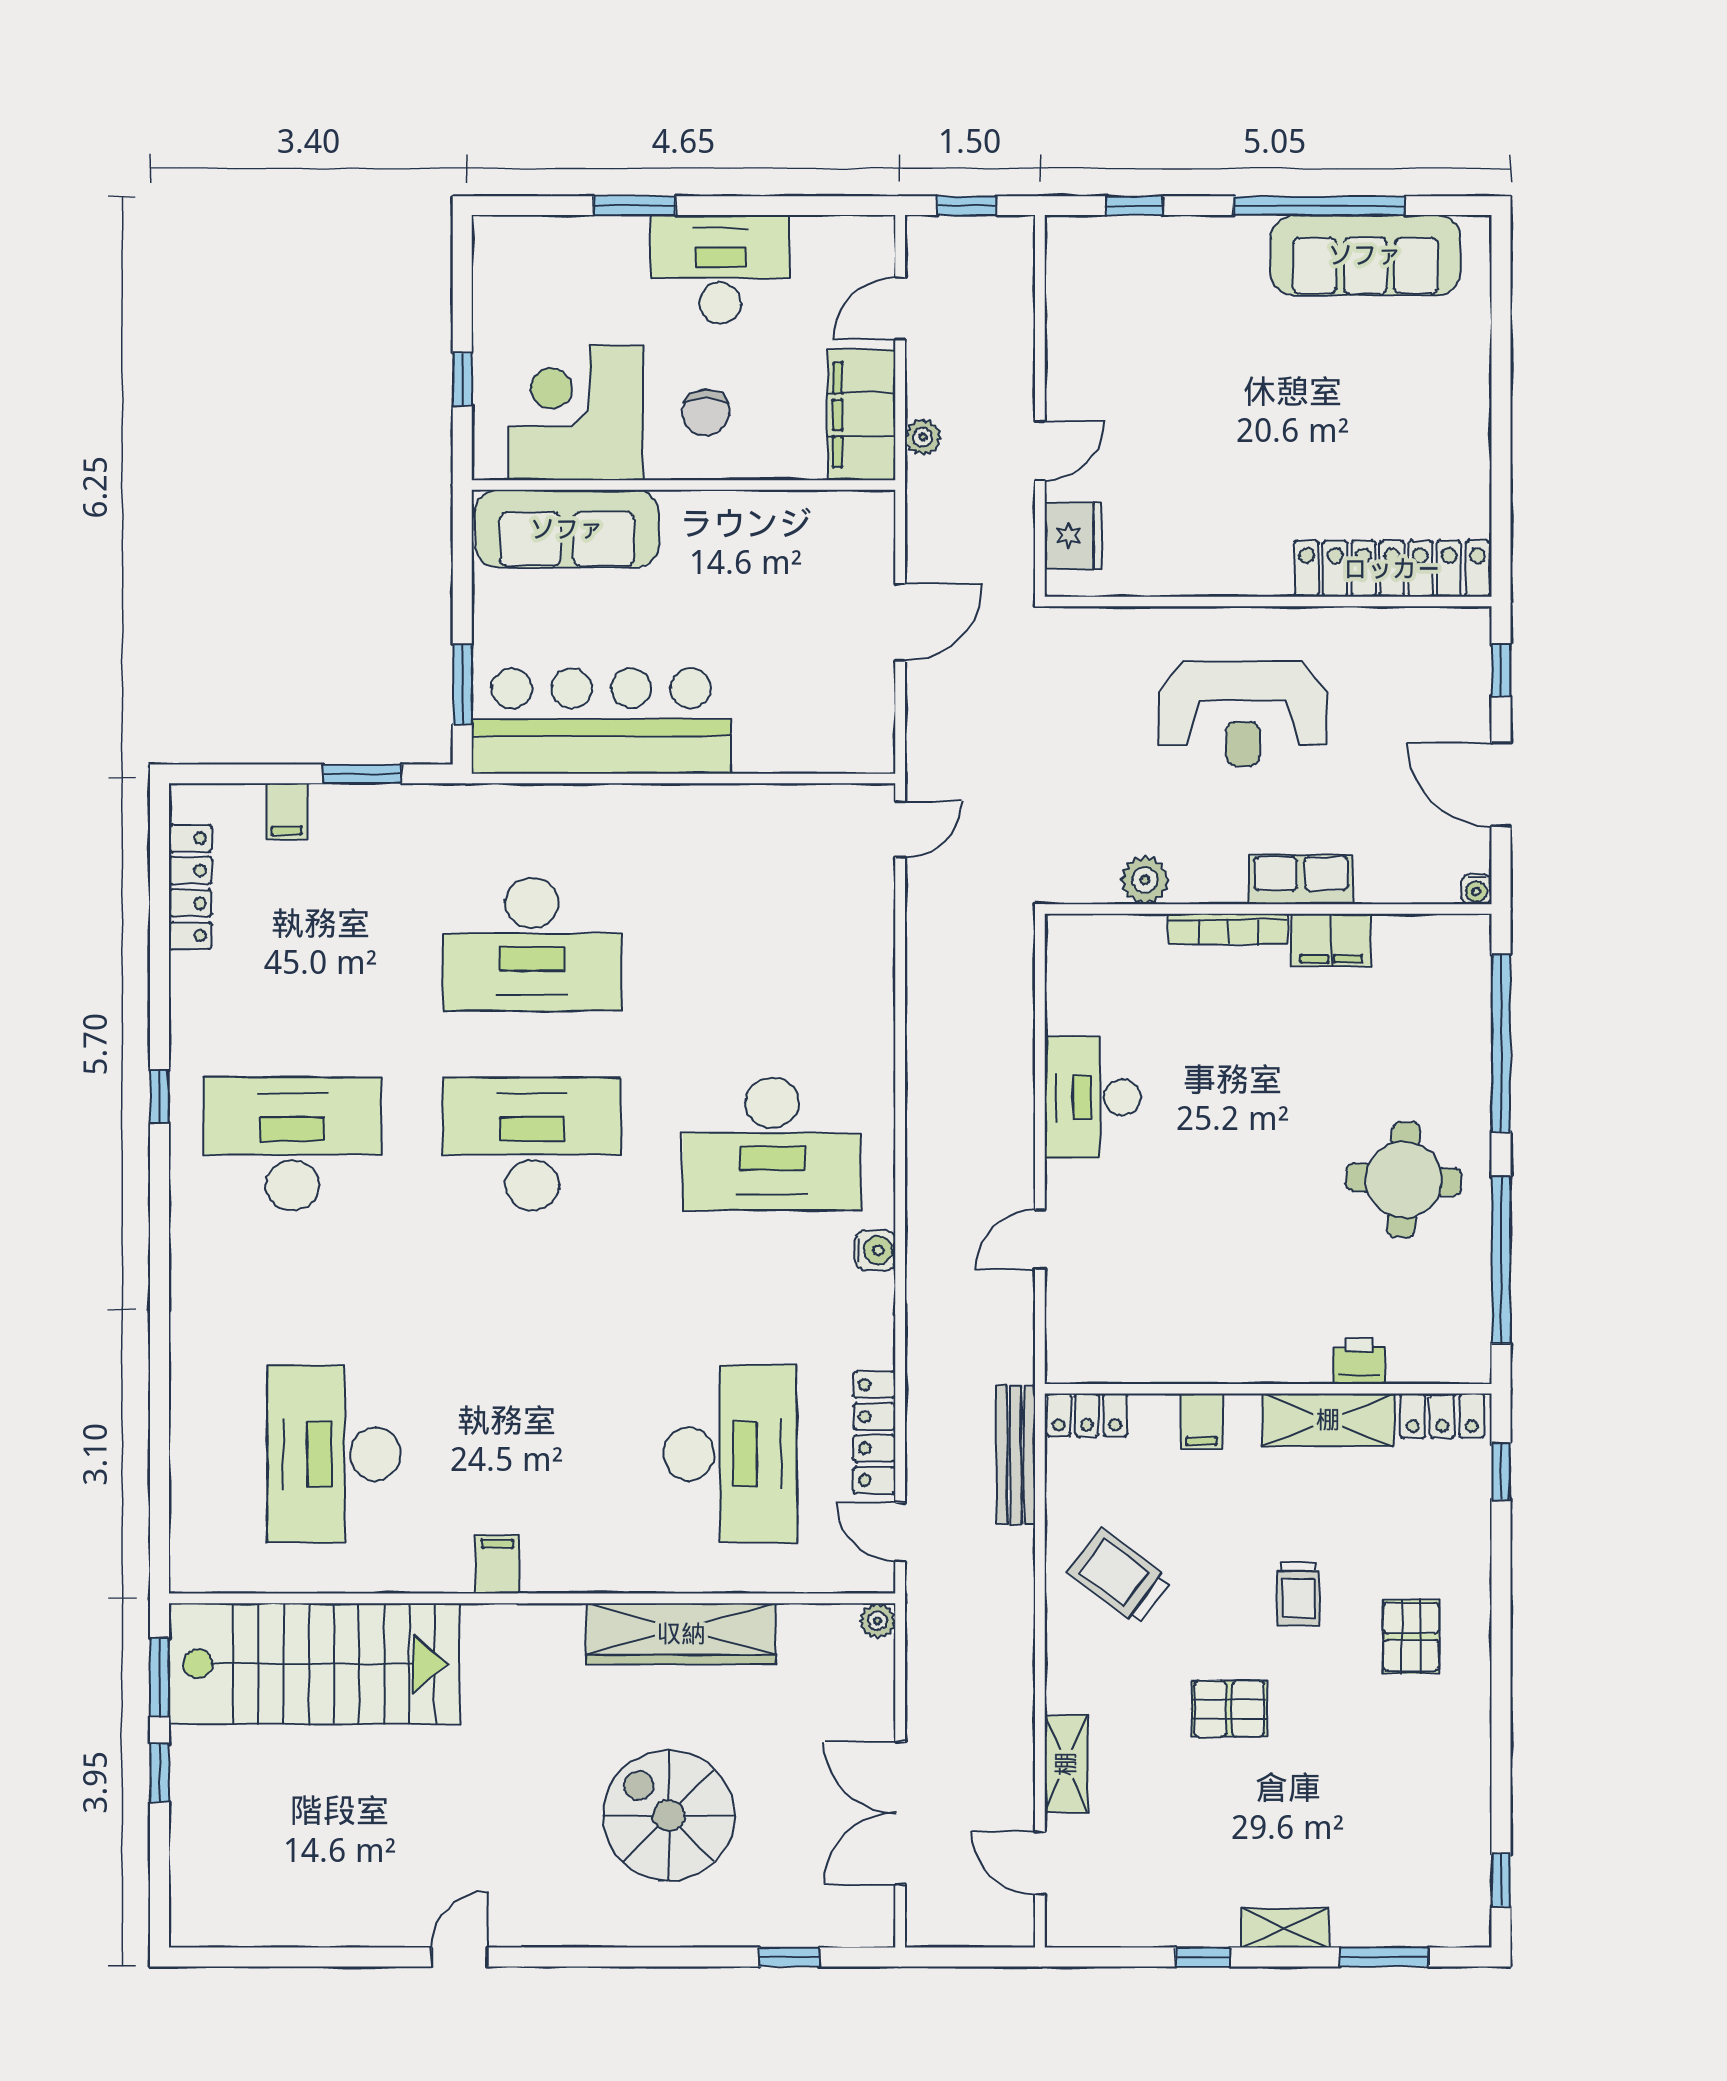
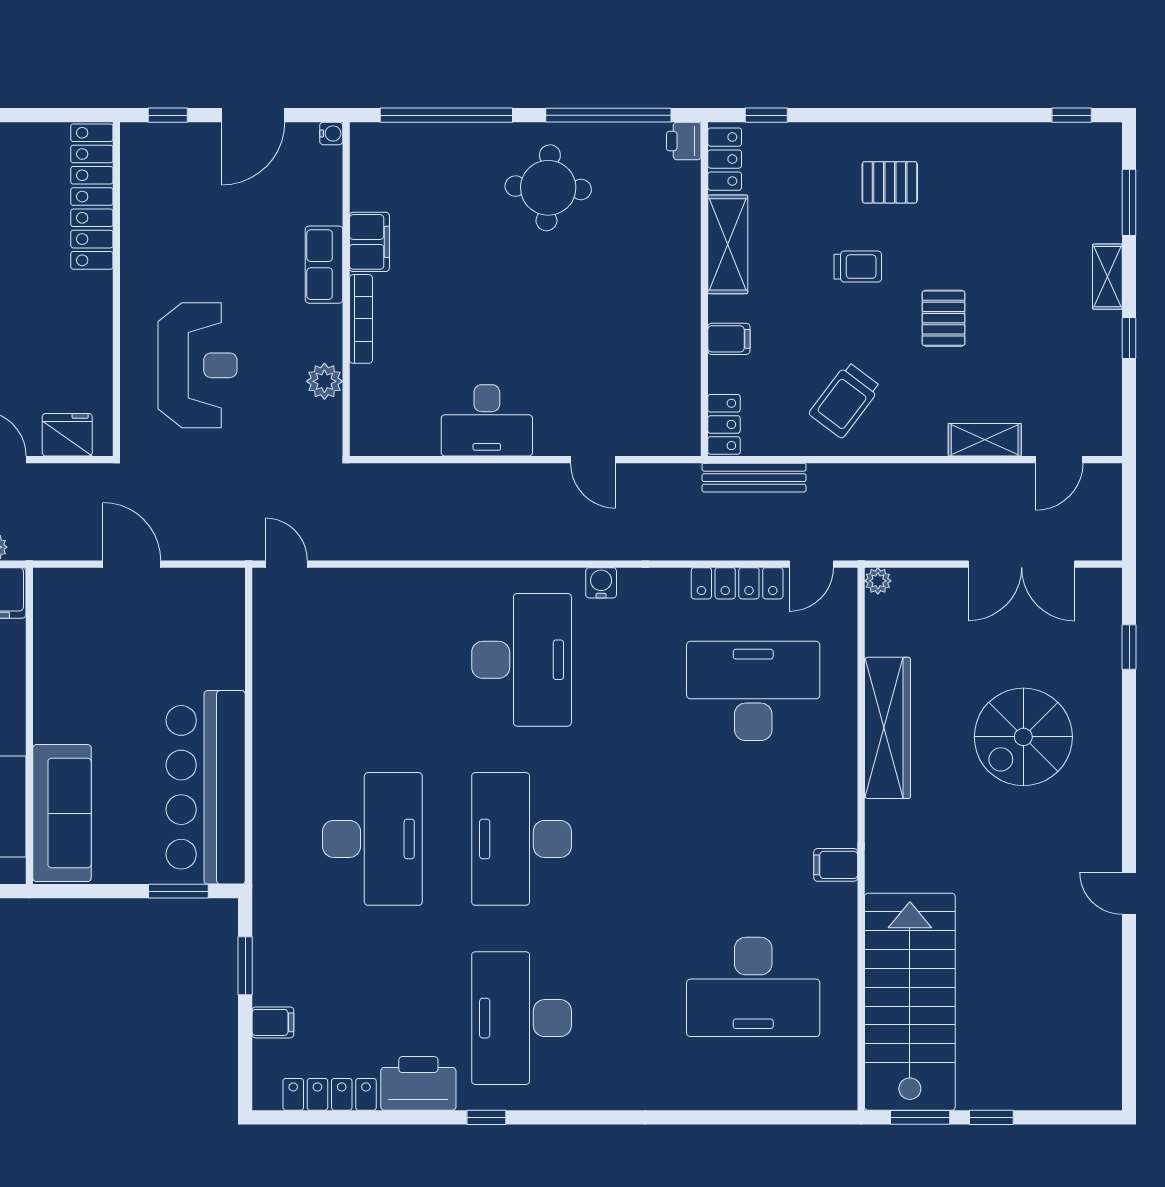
reception desk: (1243, 713) -> (198, 365), moved
printer: (205, 1006) -> (418, 1083), added
printer: (1359, 1361) -> (684, 141), moved

